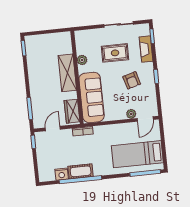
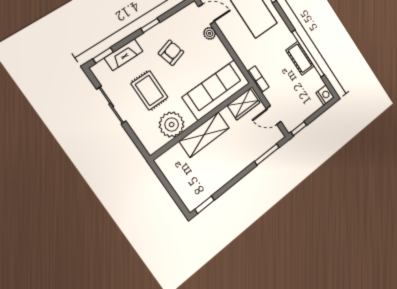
plant: (82, 60) -> (172, 125), width x1.88, depth x1.88
nightstand: (62, 174) -> (325, 95), moved

